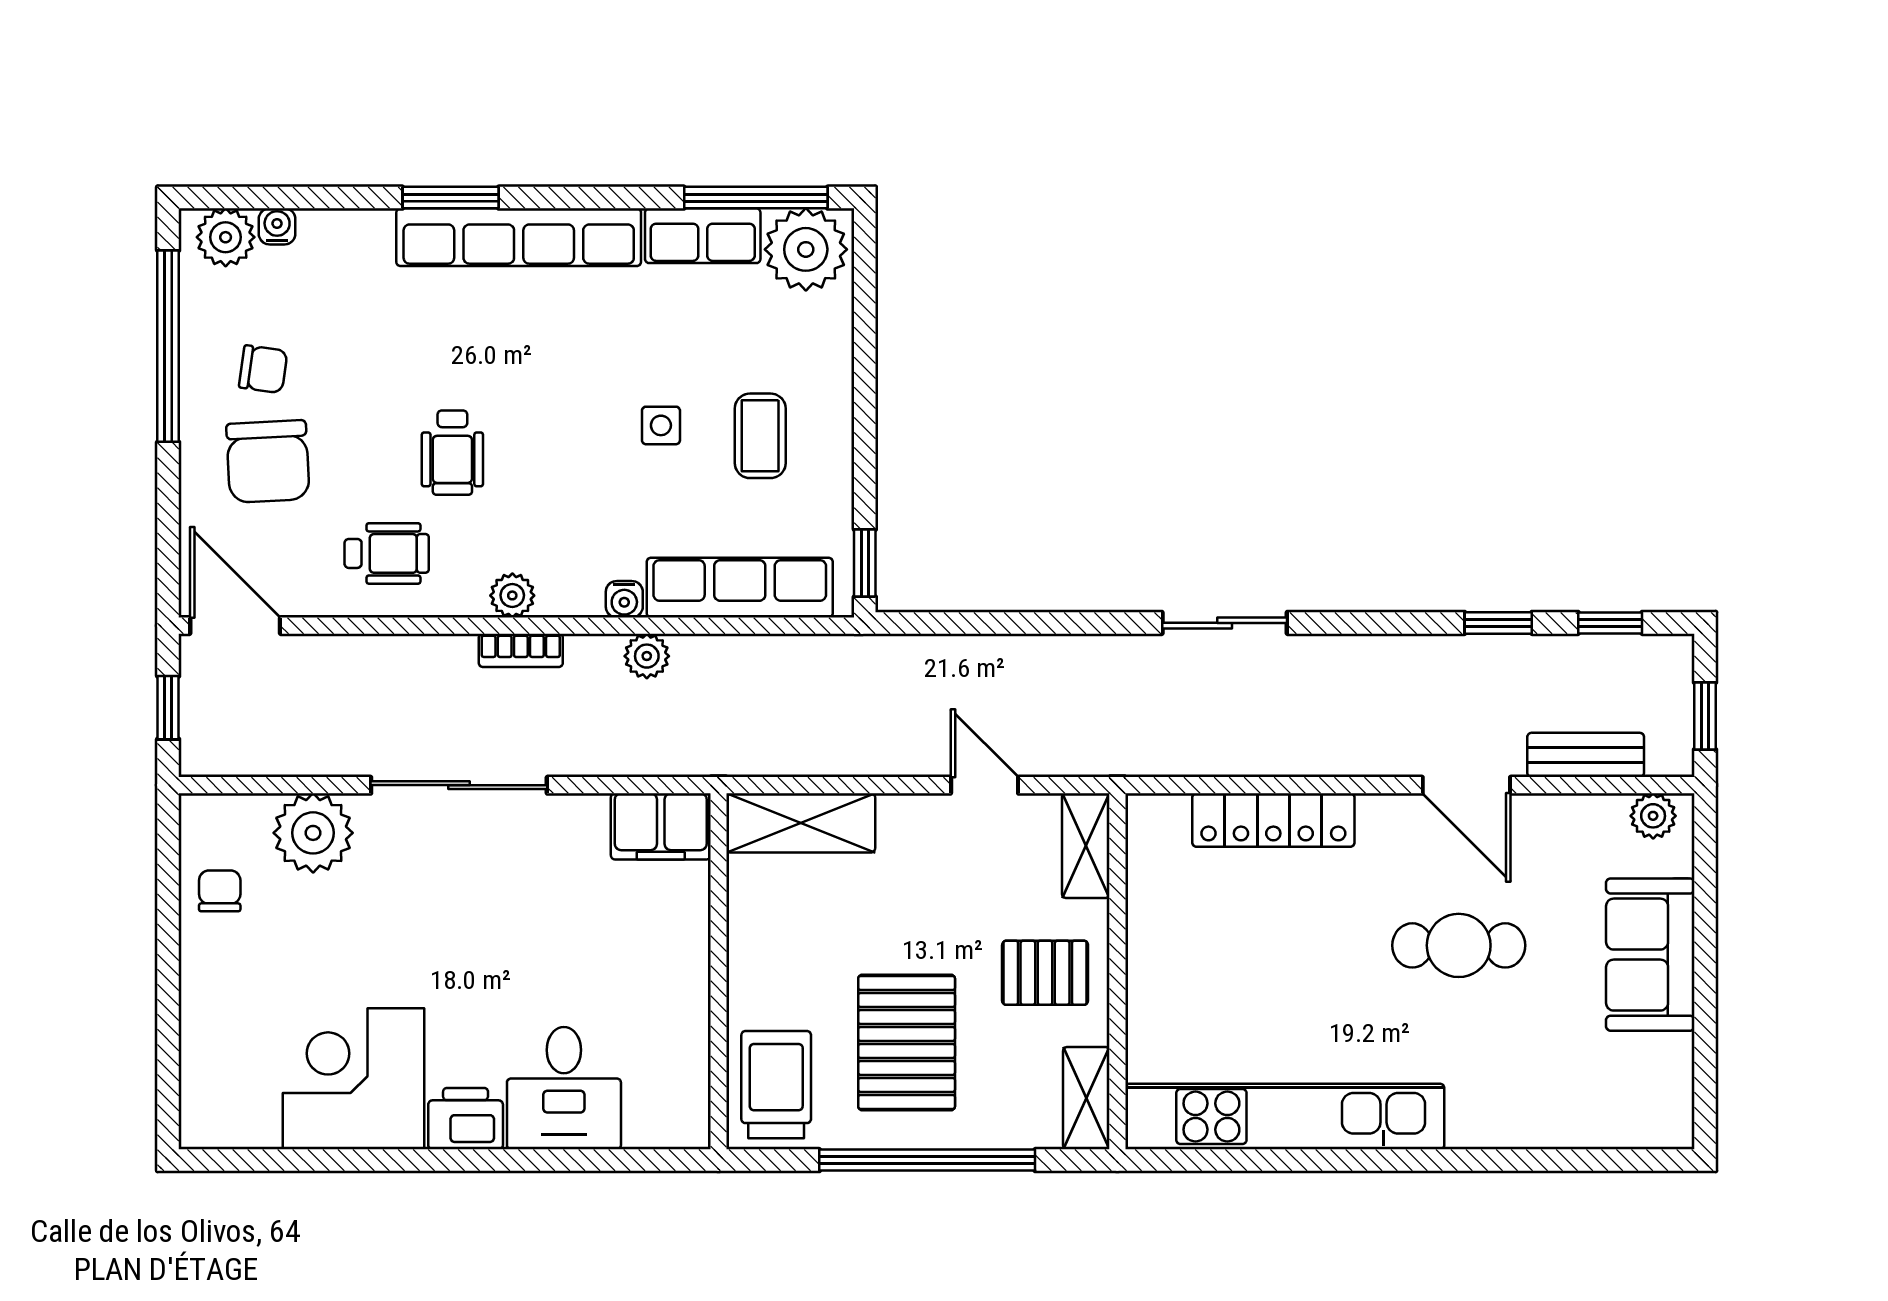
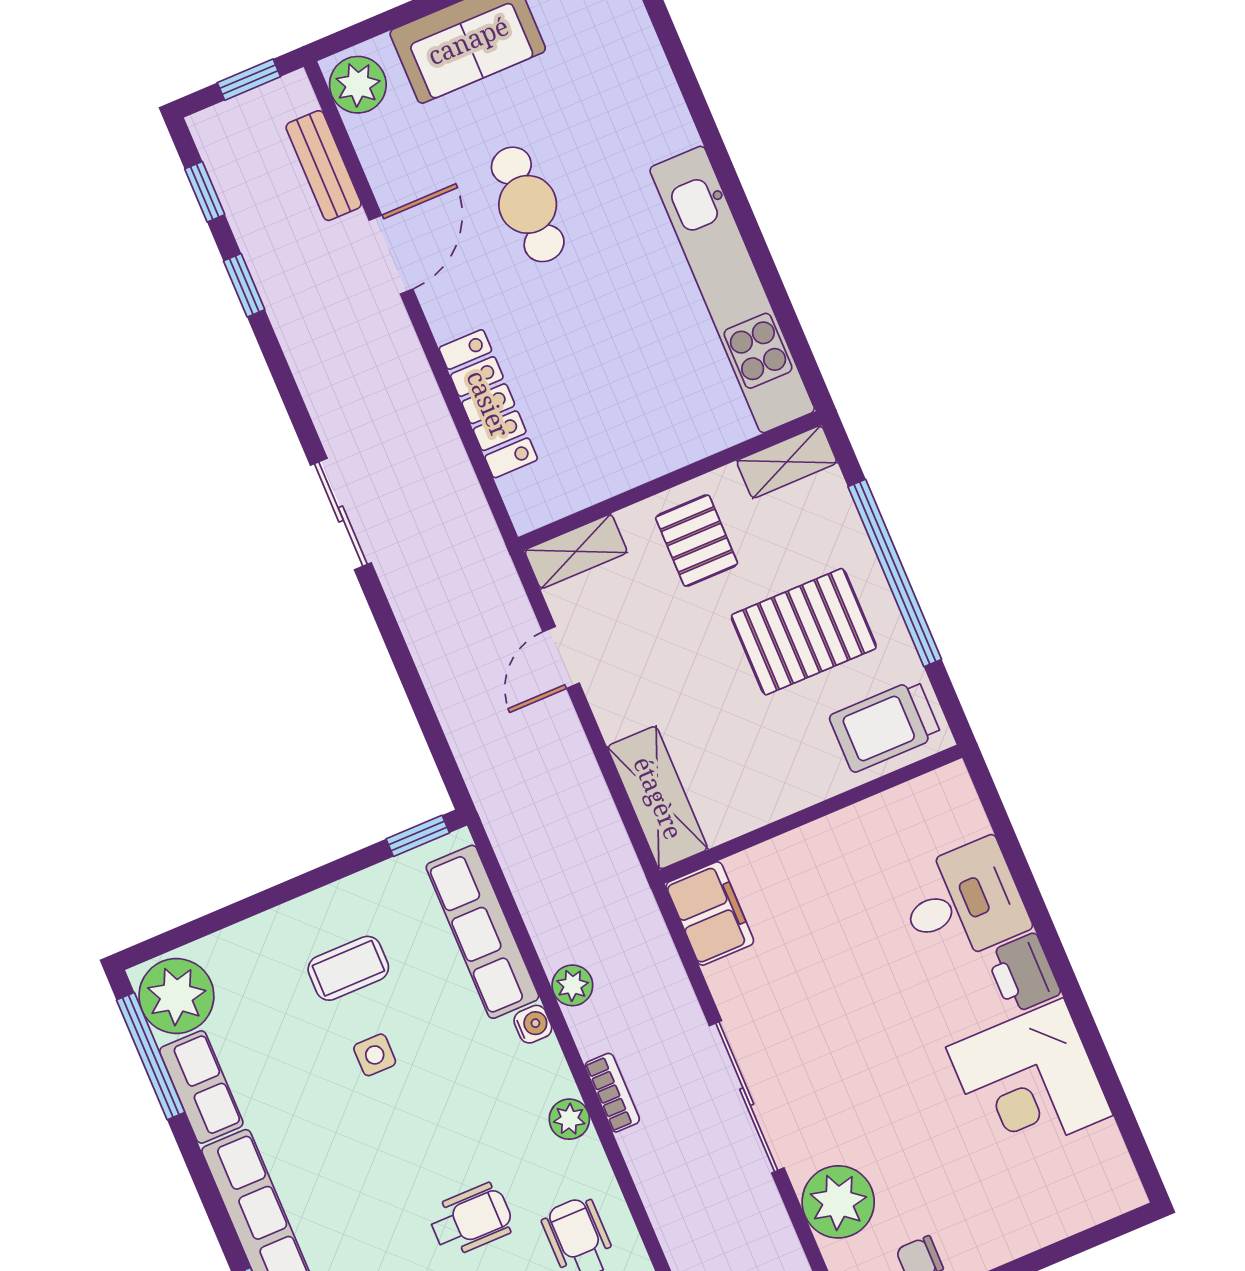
plant: (1653, 816) -> (358, 85), width x1.38, depth x1.38

